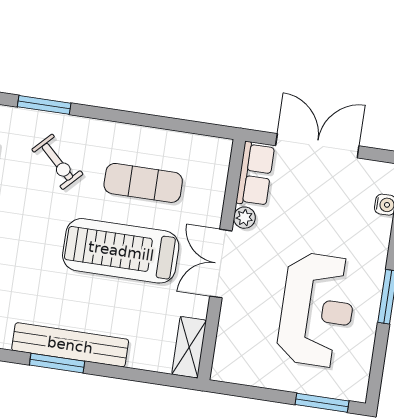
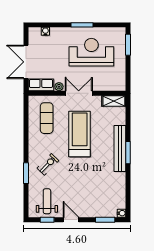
exercise mat: (143, 183) -> (47, 118), moved
treadmill: (121, 251) -> (80, 134), turned 180
double door: (221, 264) -> (79, 93), swing flipped

